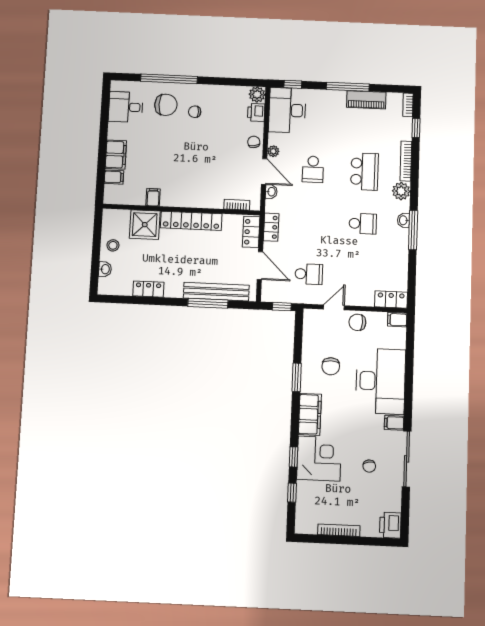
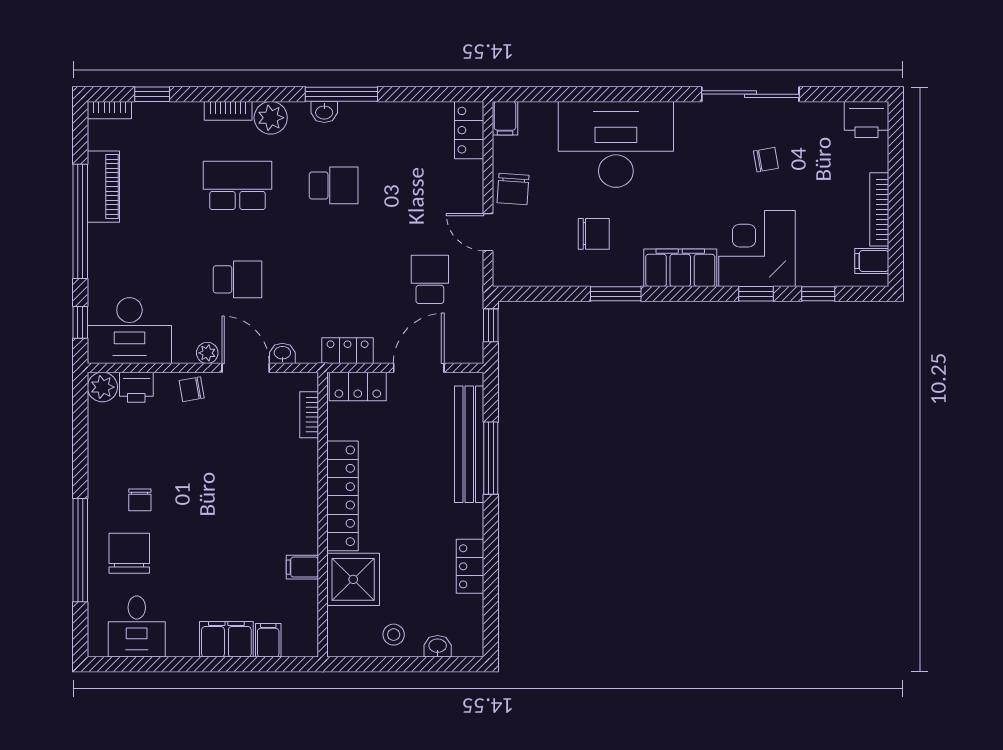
window: (348, 87) -> (80, 221), width x1.46
bookcase: (406, 161) -> (228, 111), width x0.64
door: (264, 171) -> (246, 368), hinge flipped
school desk: (363, 224) -> (334, 185), turned 90
filing cabinet: (394, 423) -> (872, 261), moved, turned 90

